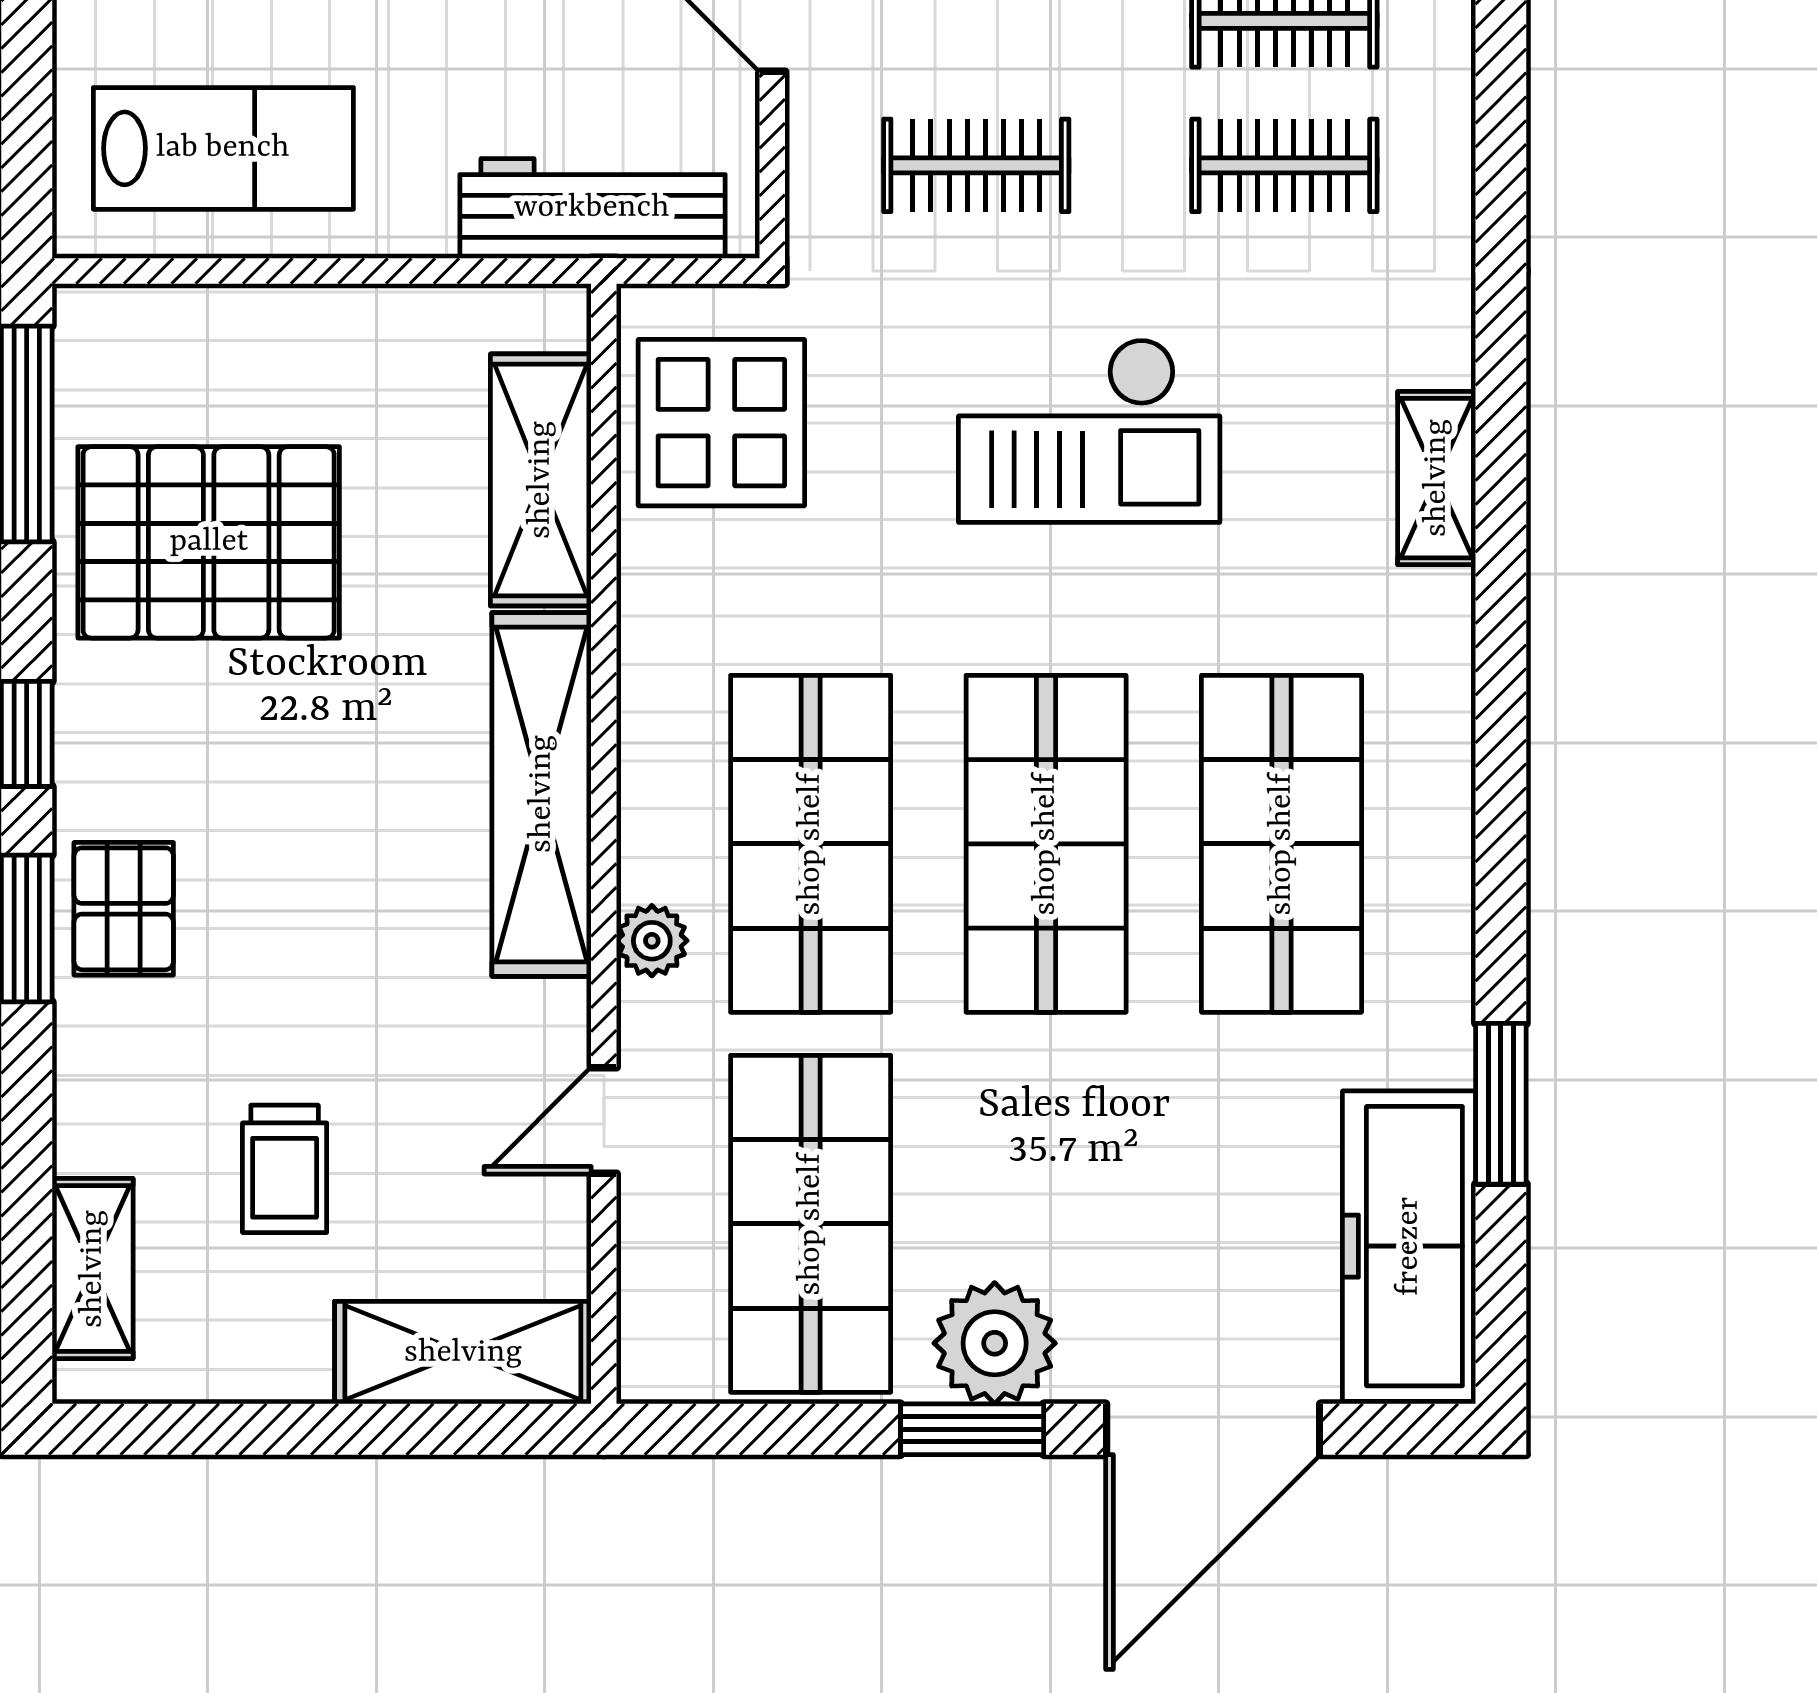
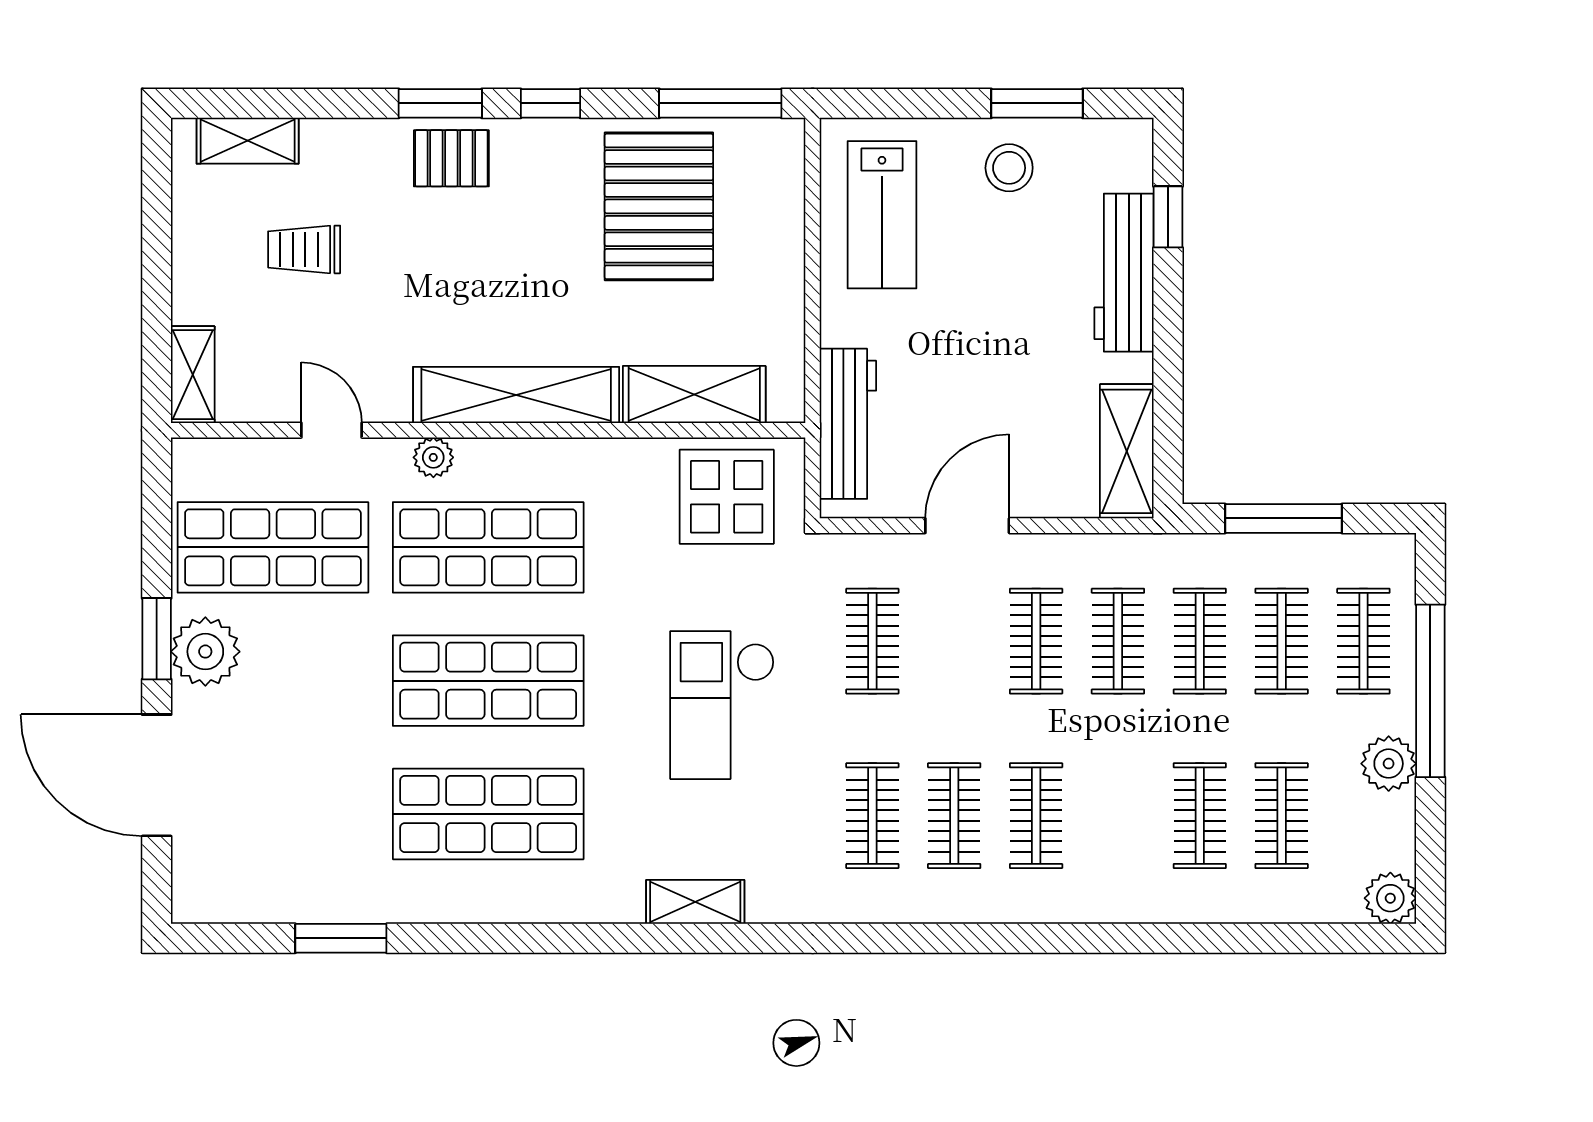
freezer: (1409, 1246) -> (260, 886), removed
shelving: (463, 1353) -> (193, 375), width x0.67, depth x0.75

